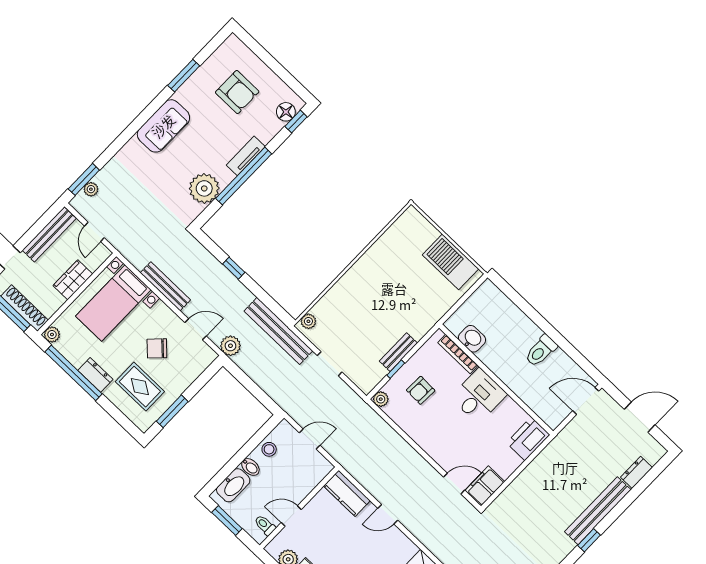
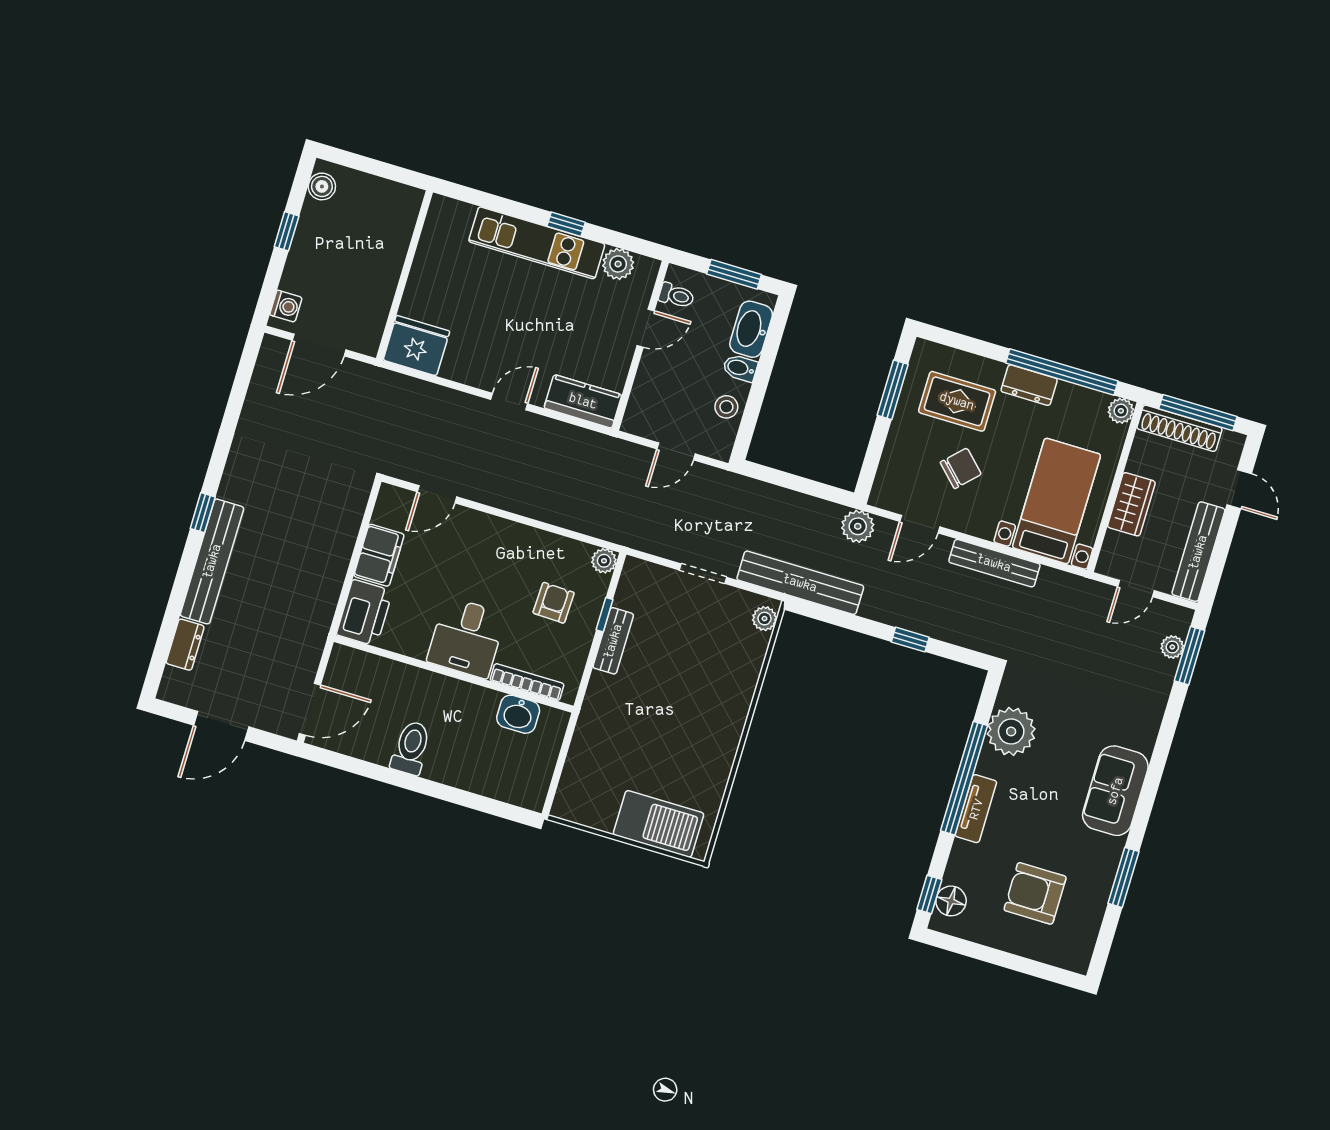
door: (94, 232) -> (1136, 588), swing flipped
barbecue: (451, 262) -> (659, 824), moved
filing cabinet: (485, 486) -> (379, 555), moved

